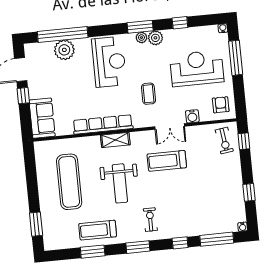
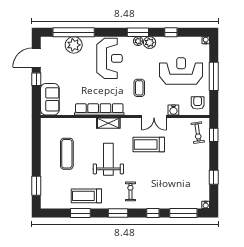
window: (236, 58) -> (214, 76), moved
exercise mat: (69, 182) -> (67, 154), width x0.73, depth x0.69
weight bench: (120, 183) -> (108, 159), turned 180

